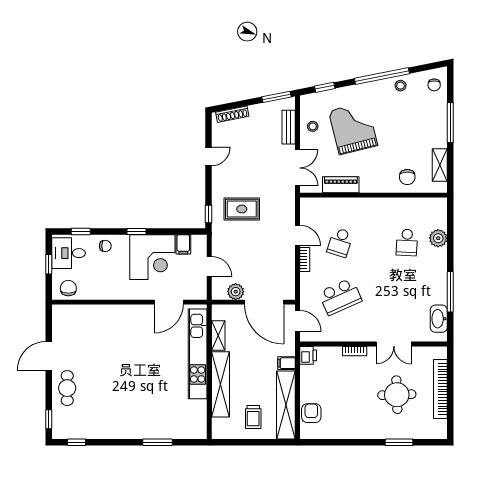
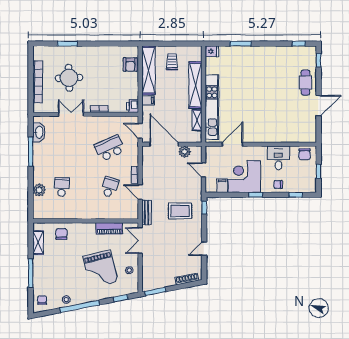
bench: (289, 127) -> (146, 212), moved
desk: (69, 253) -> (278, 158), moved, turned -90
fridge: (198, 431) -> (212, 51), added

